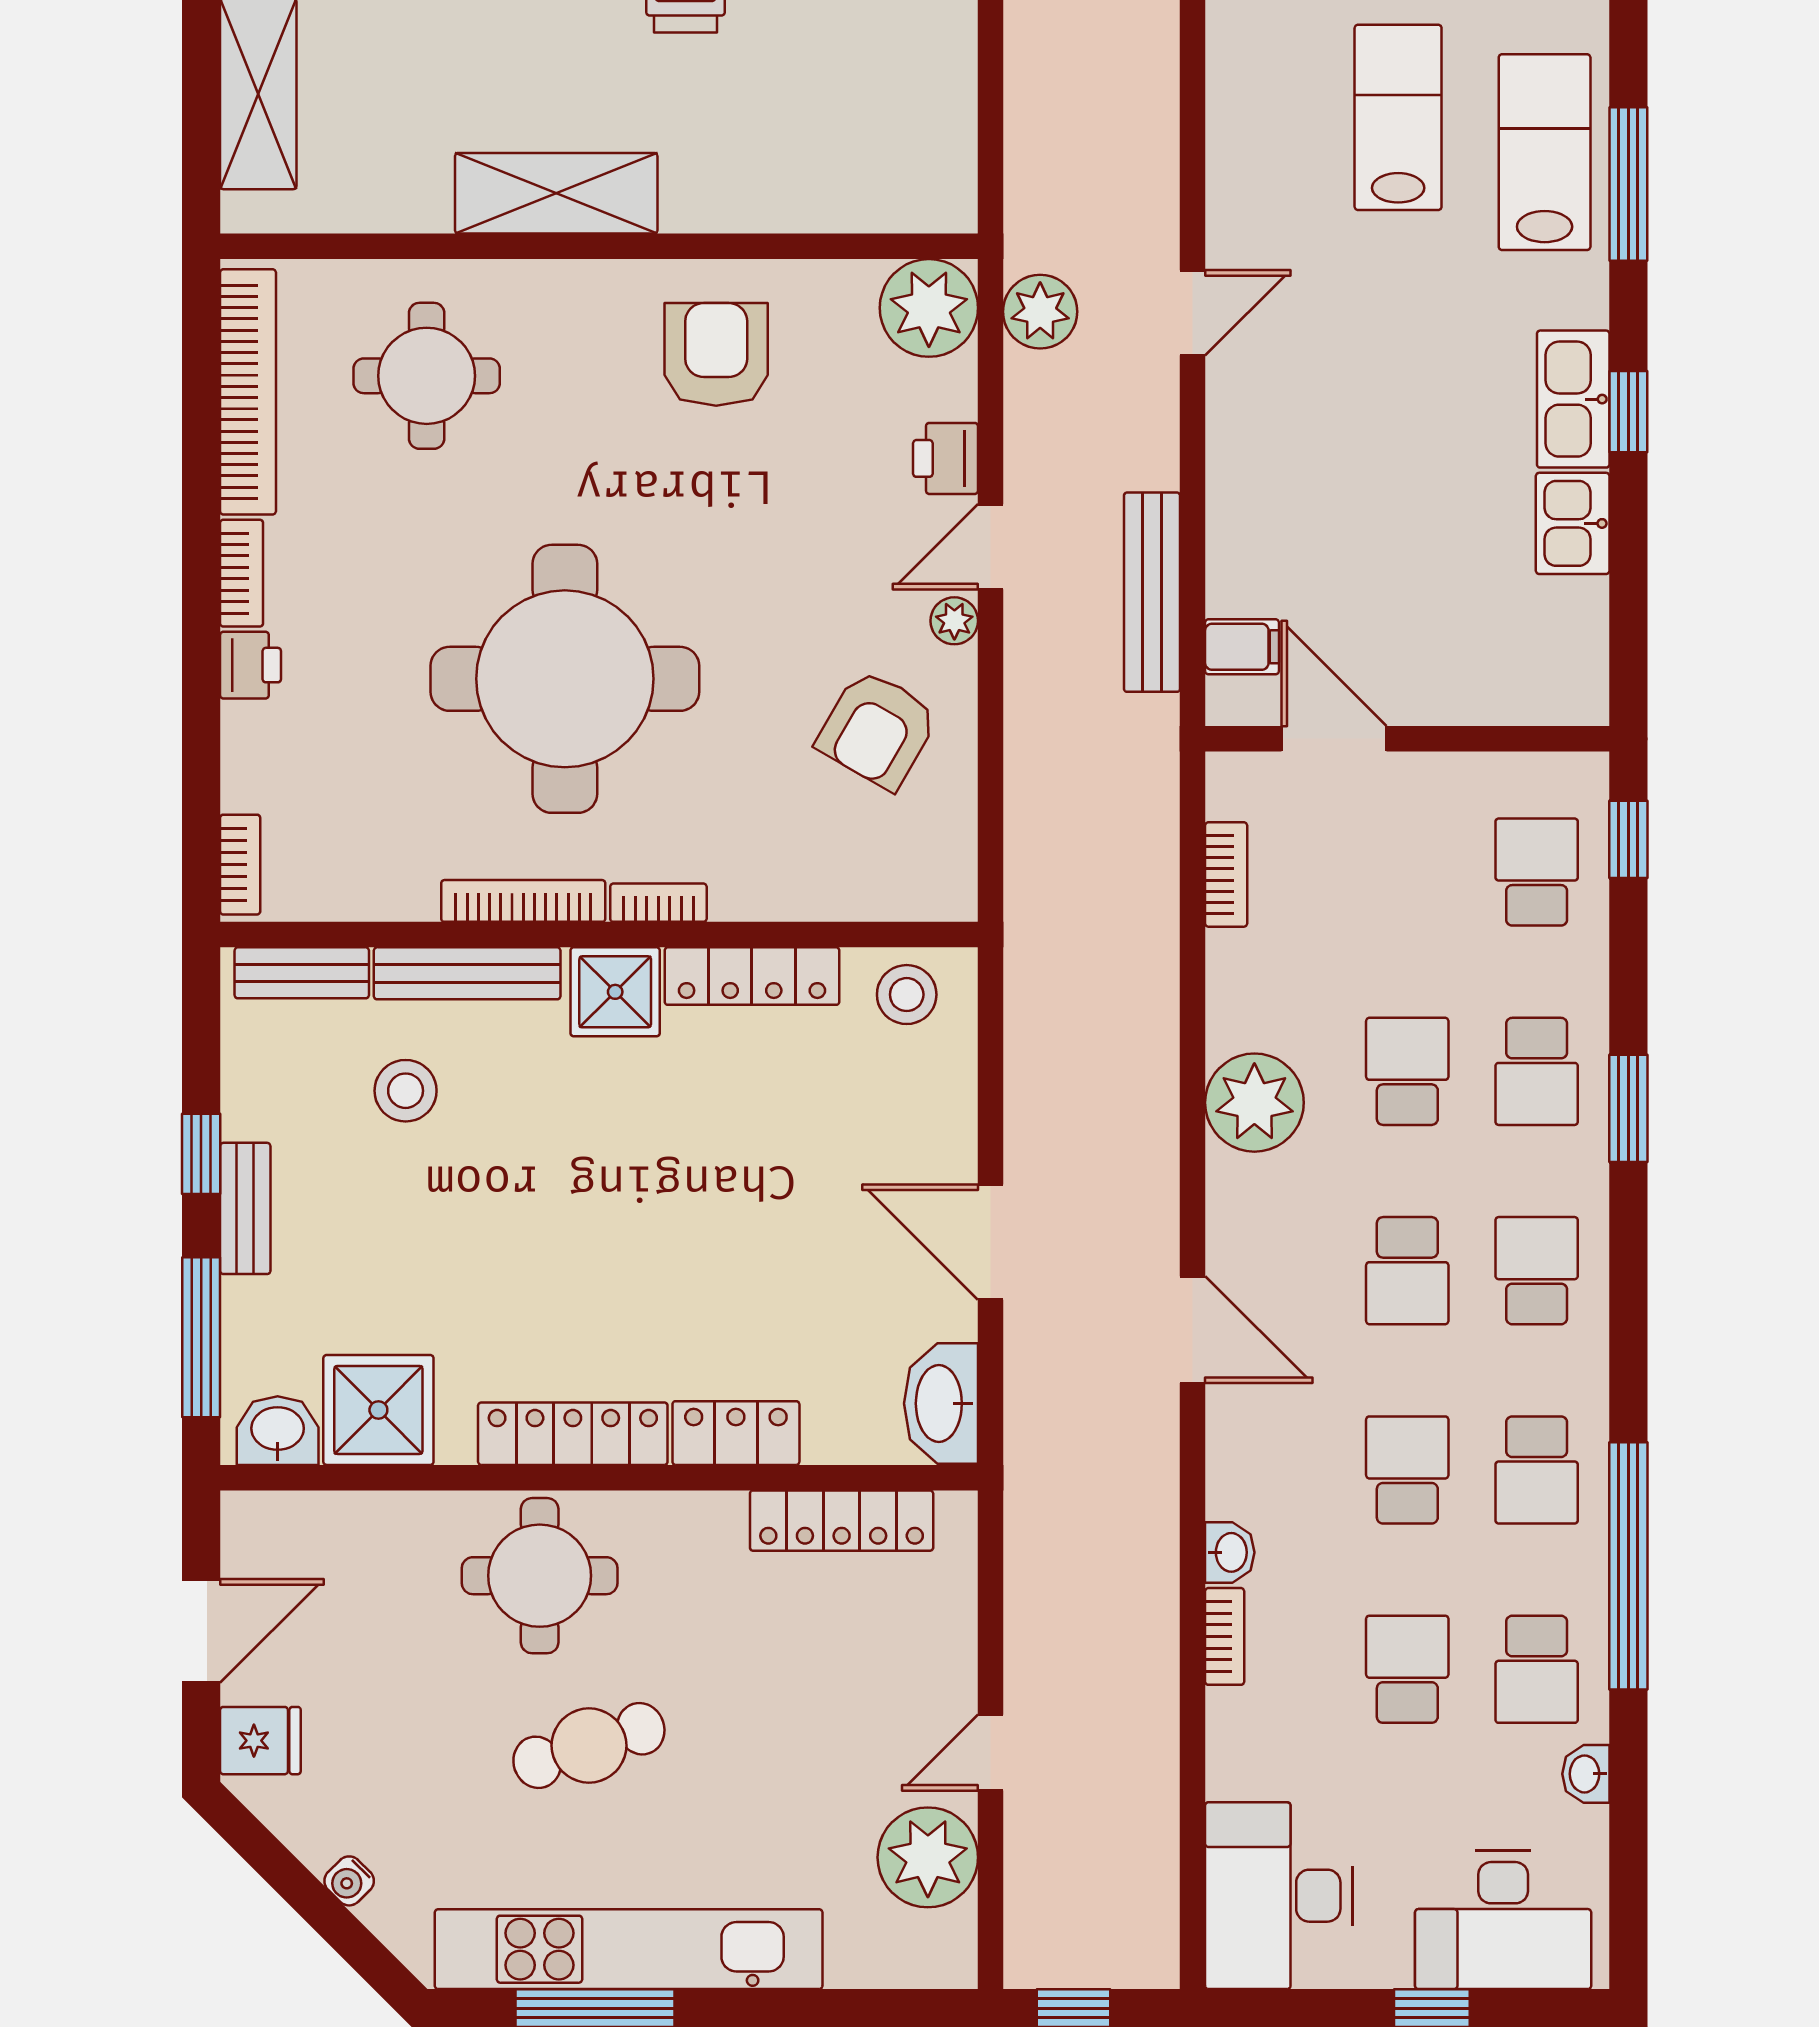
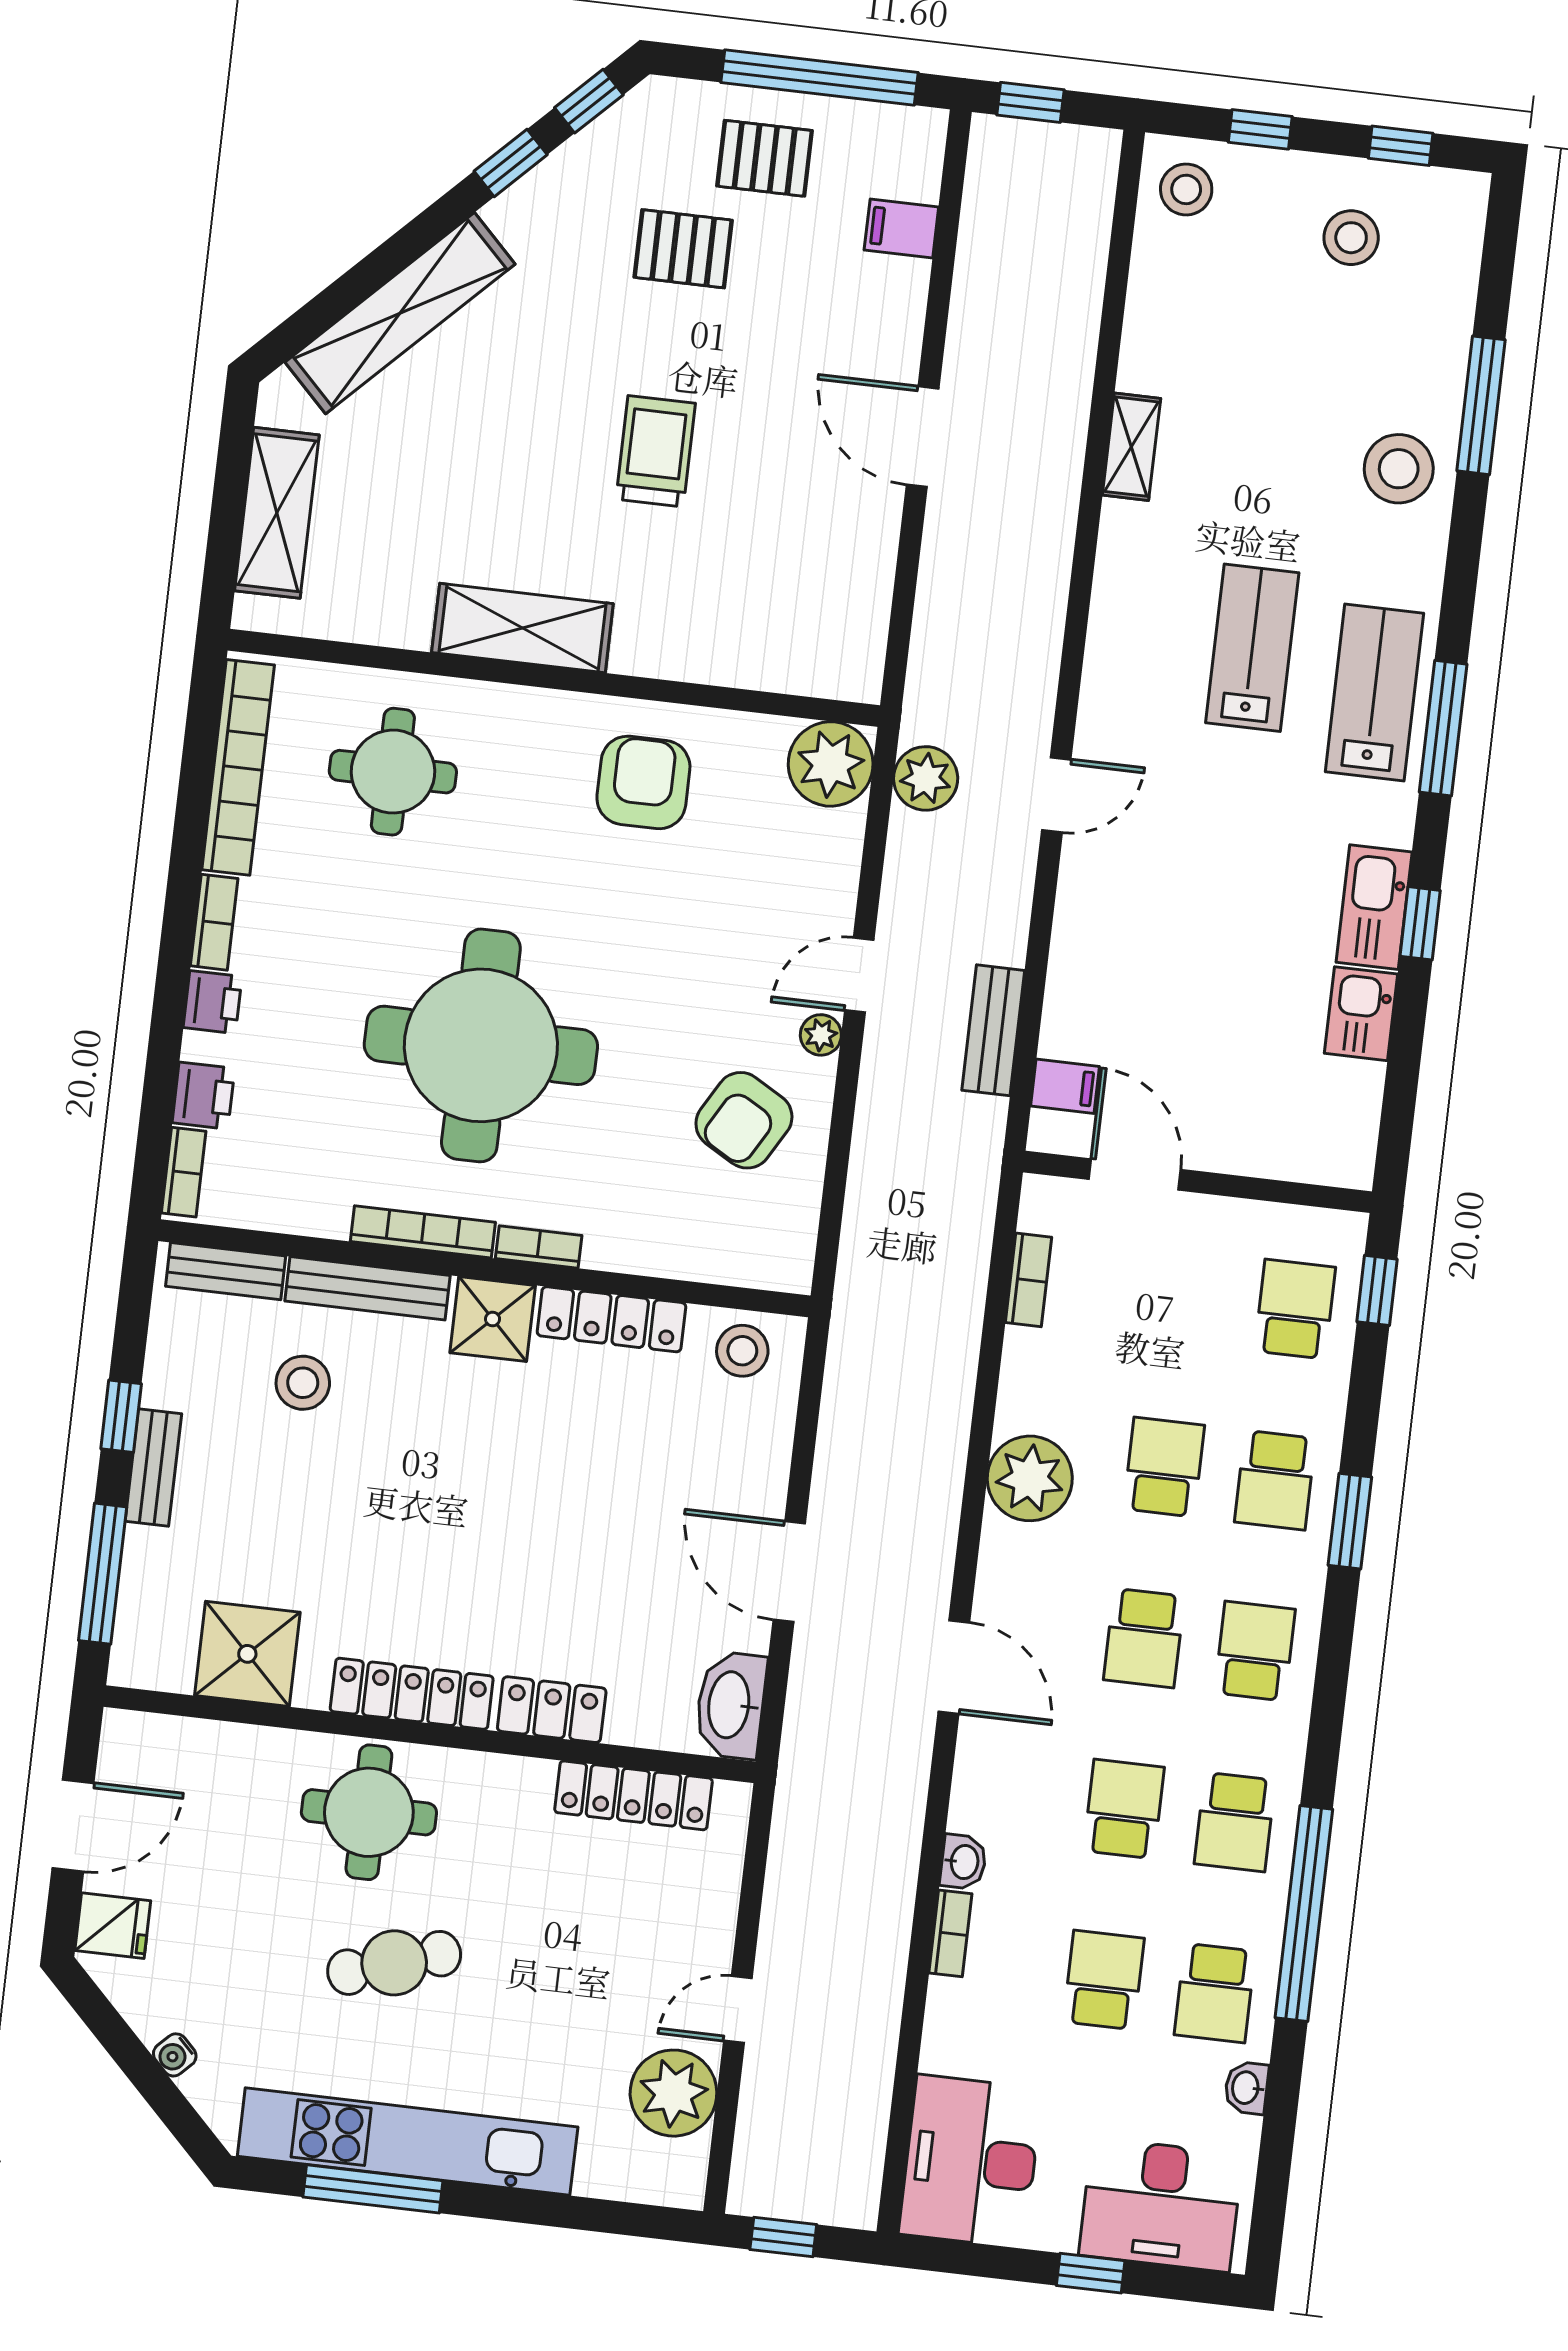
printer: (946, 458) -> (203, 1096), moved, turned 180
bench: (1152, 592) -> (993, 1030), width x0.73
washbasin: (278, 1431) -> (159, 1661), removed

